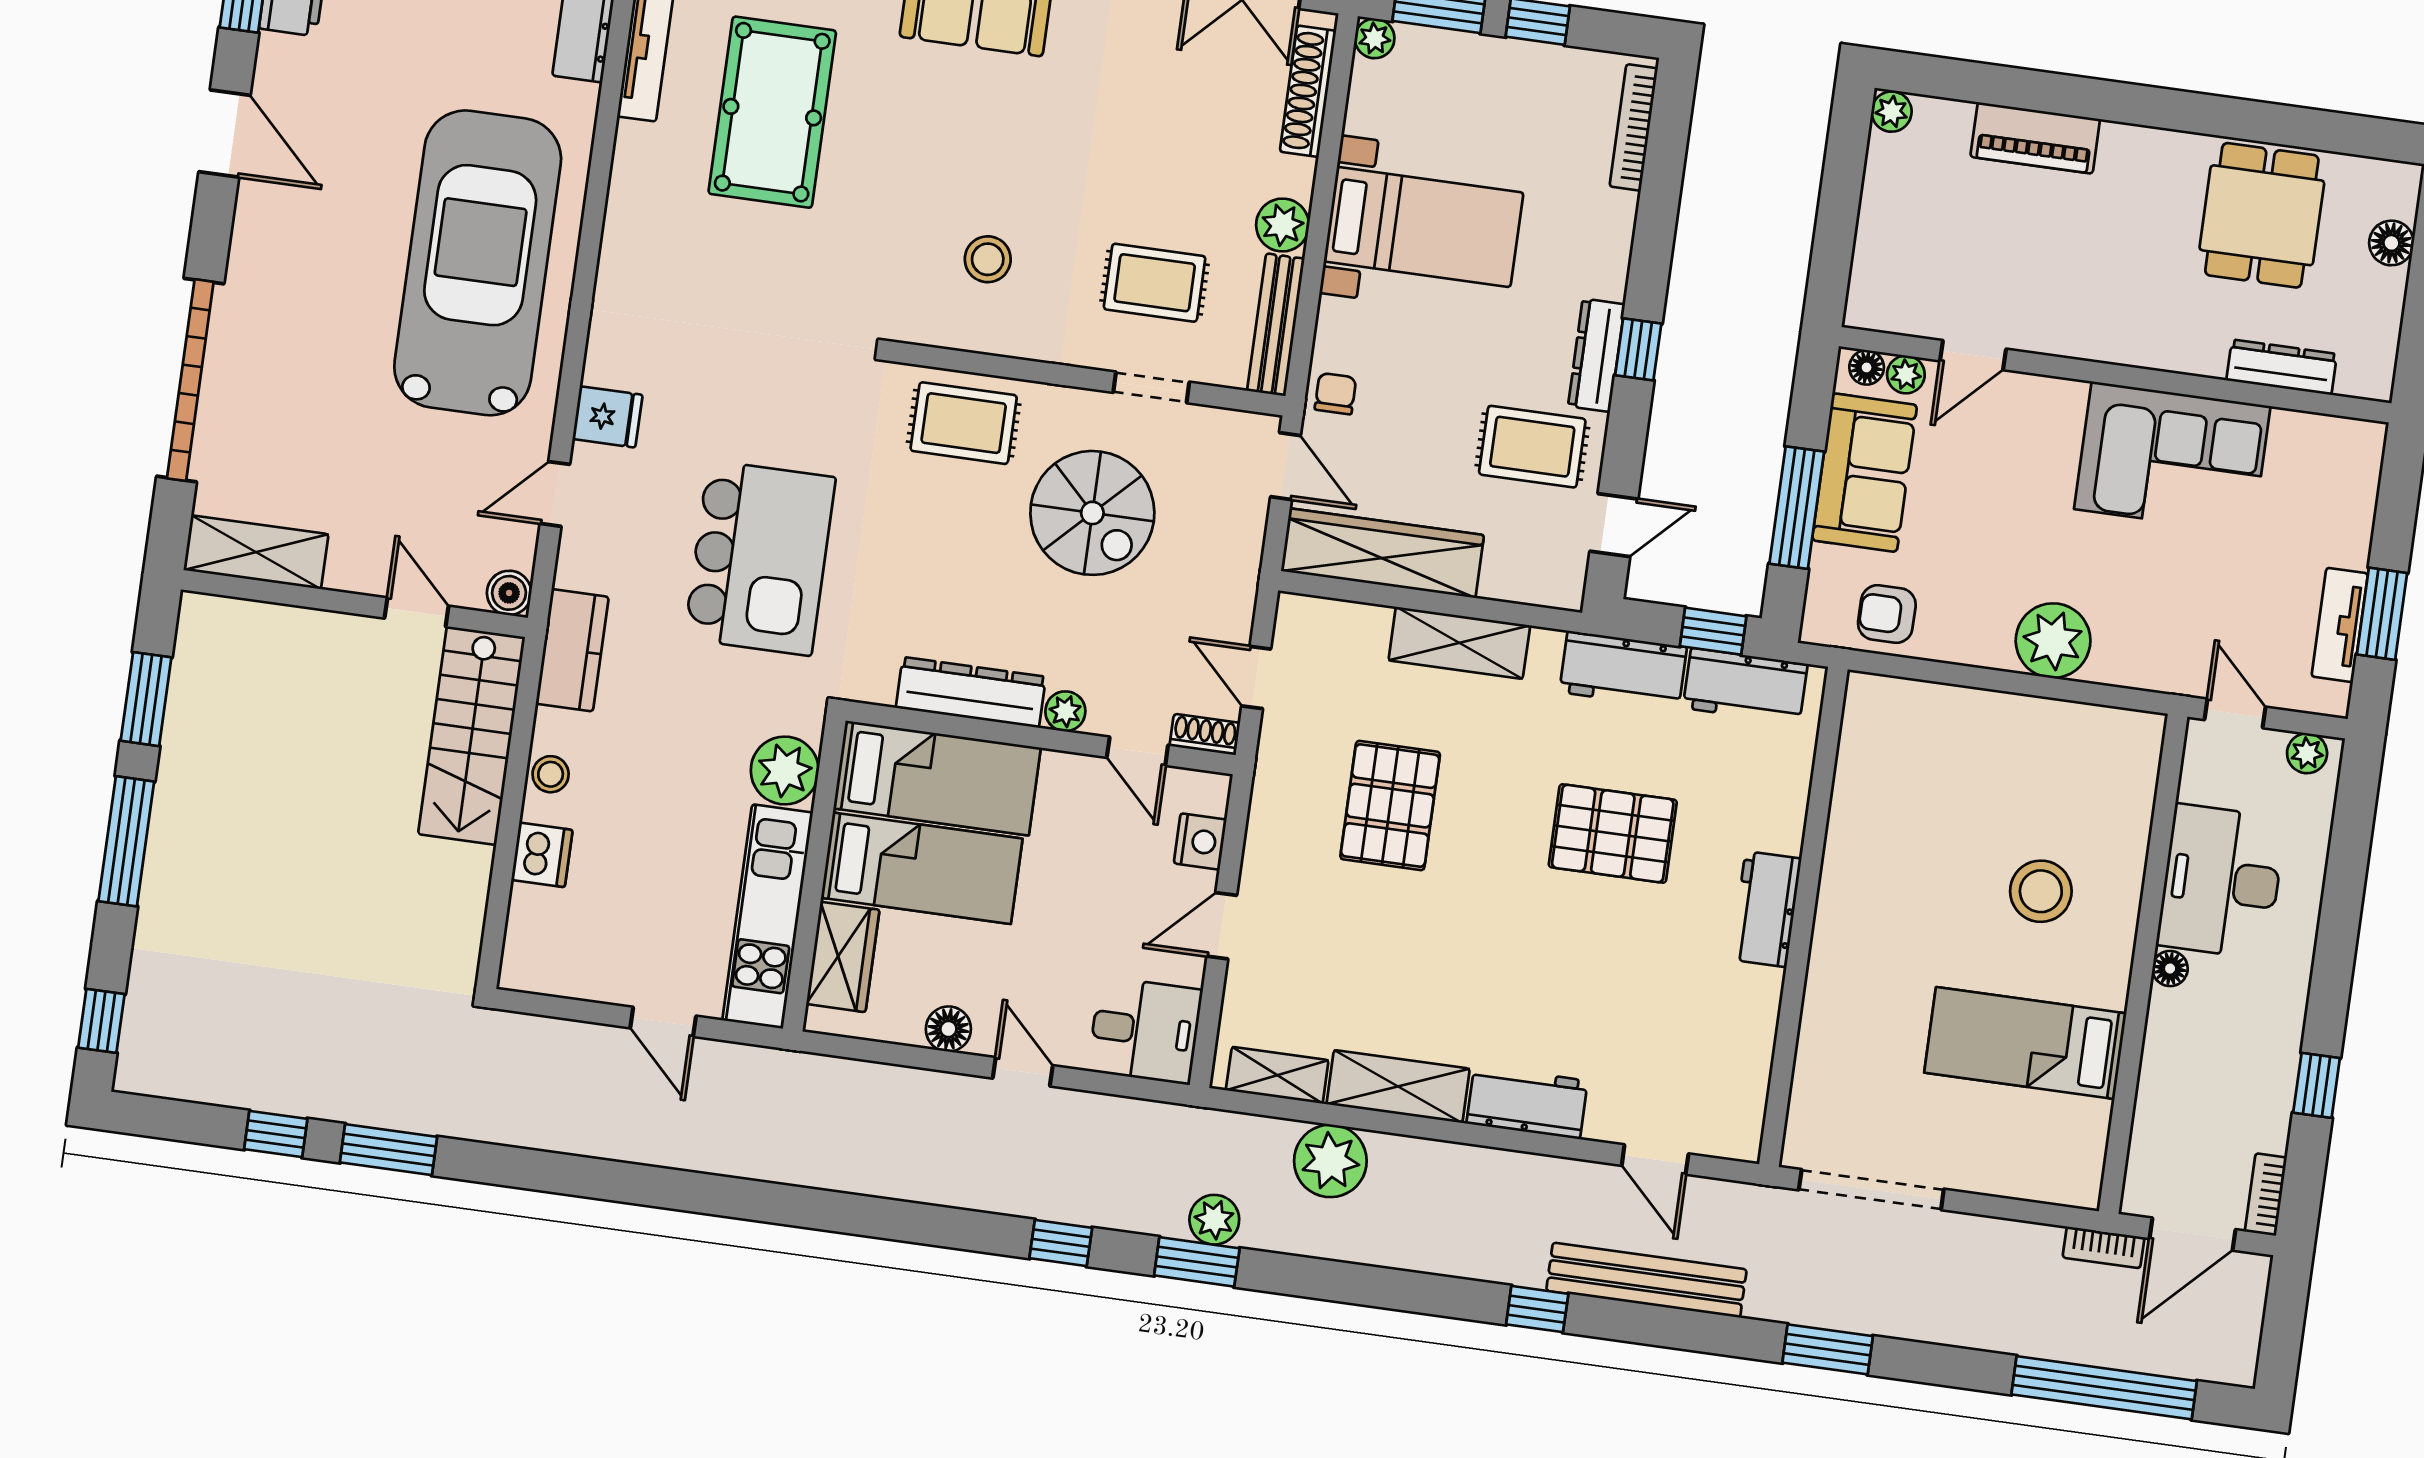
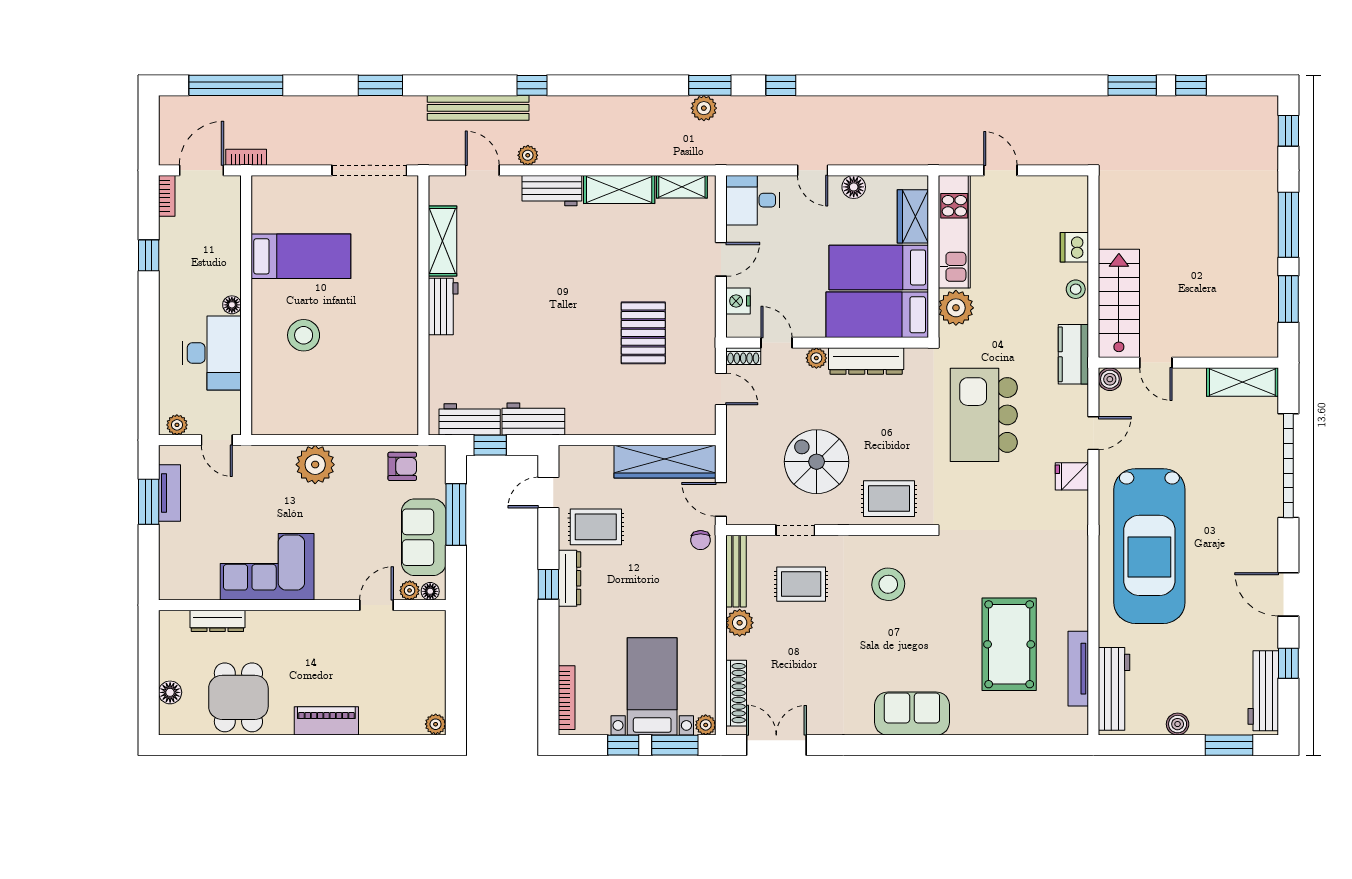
piano: (2035, 138) -> (326, 721), moved
bed with nightstands: (1424, 227) -> (652, 686), moved, turned 90
stool: (988, 259) -> (888, 584), width x1.38, depth x1.38
shelving: (1459, 643) -> (443, 241), moved, turned 90
pallet: (1613, 833) -> (527, 334), removed
plant: (1330, 1161) -> (528, 155), moved, width x0.53, depth x0.53

